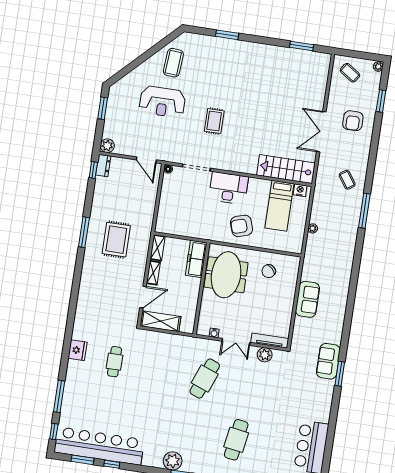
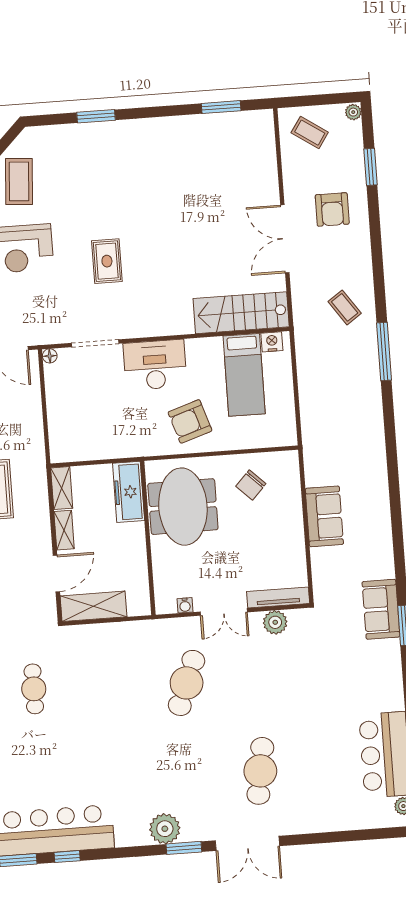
plant: (313, 228) -> (307, 399), removed

